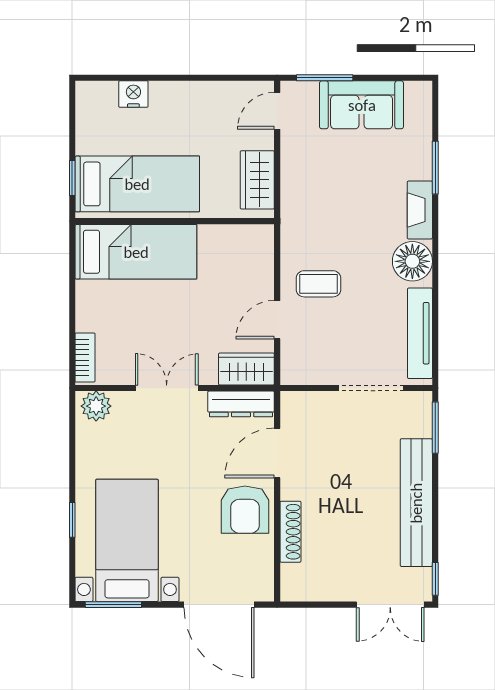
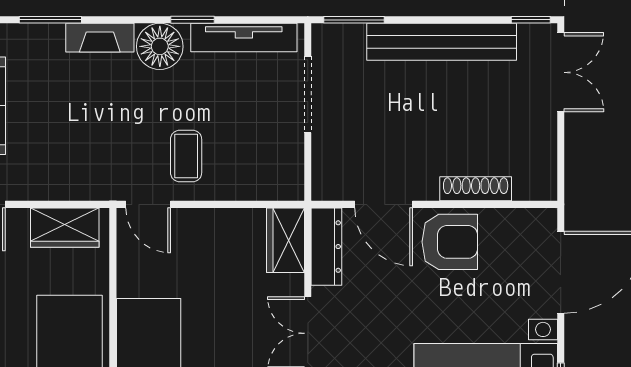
window: (435, 289) -> (192, 20), added
door: (277, 320) -> (148, 204), moved

